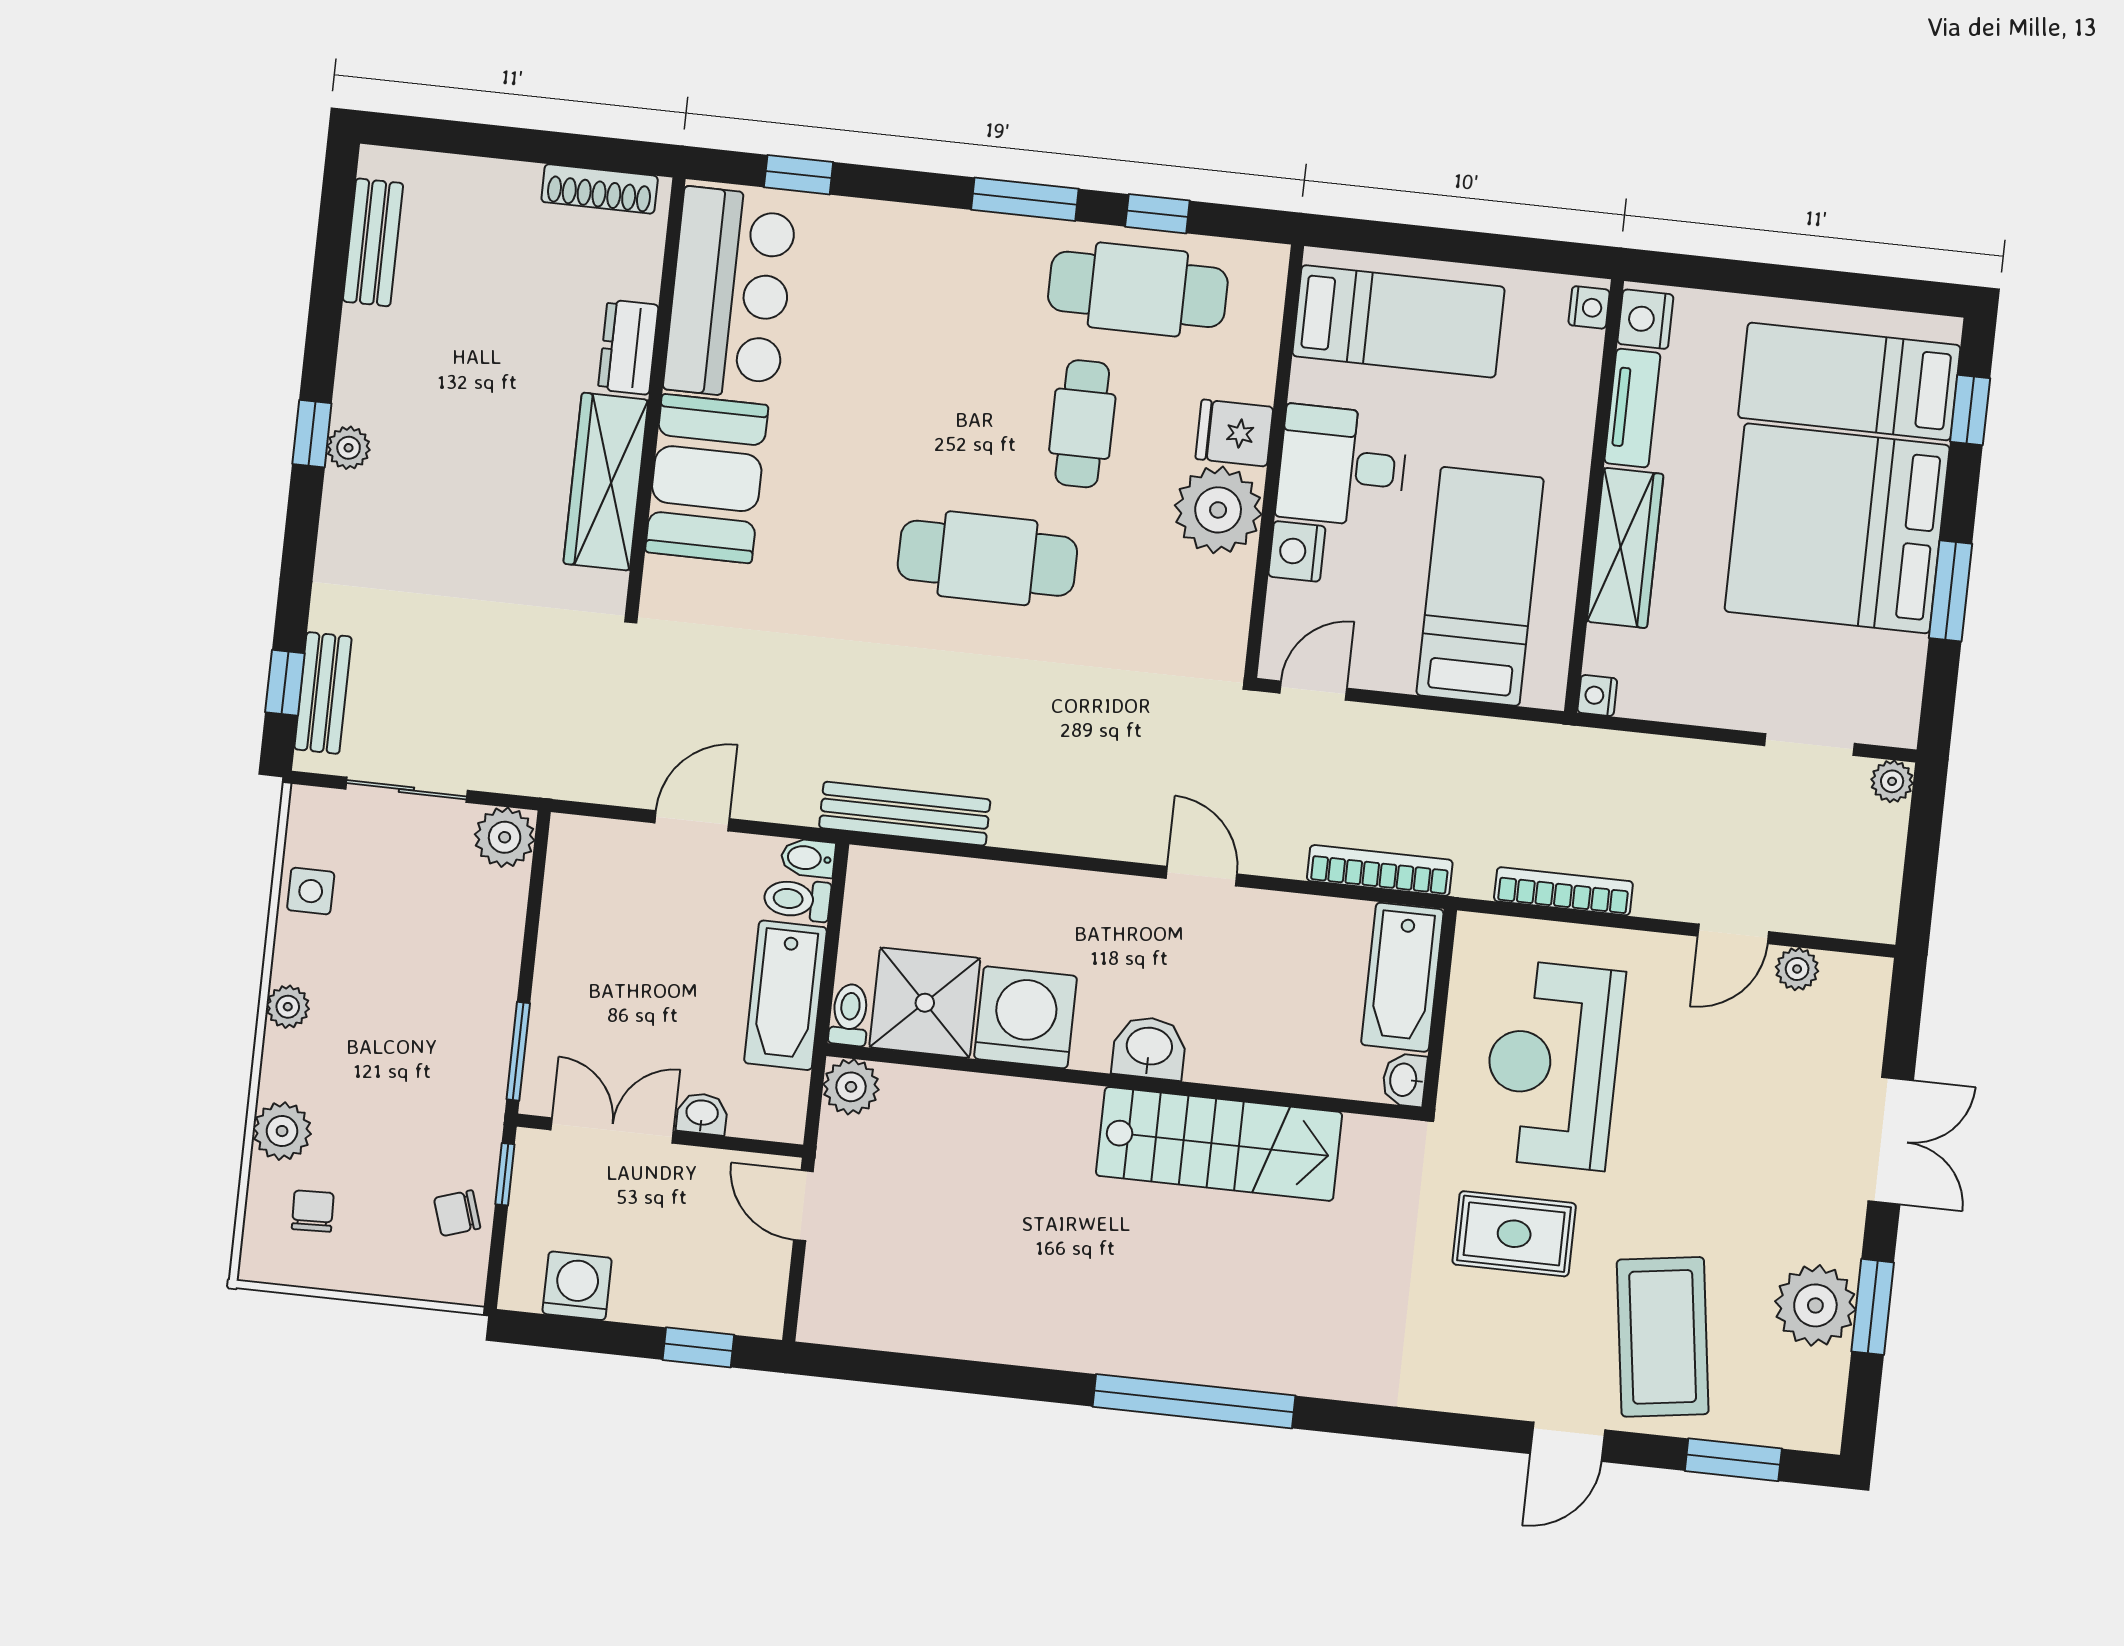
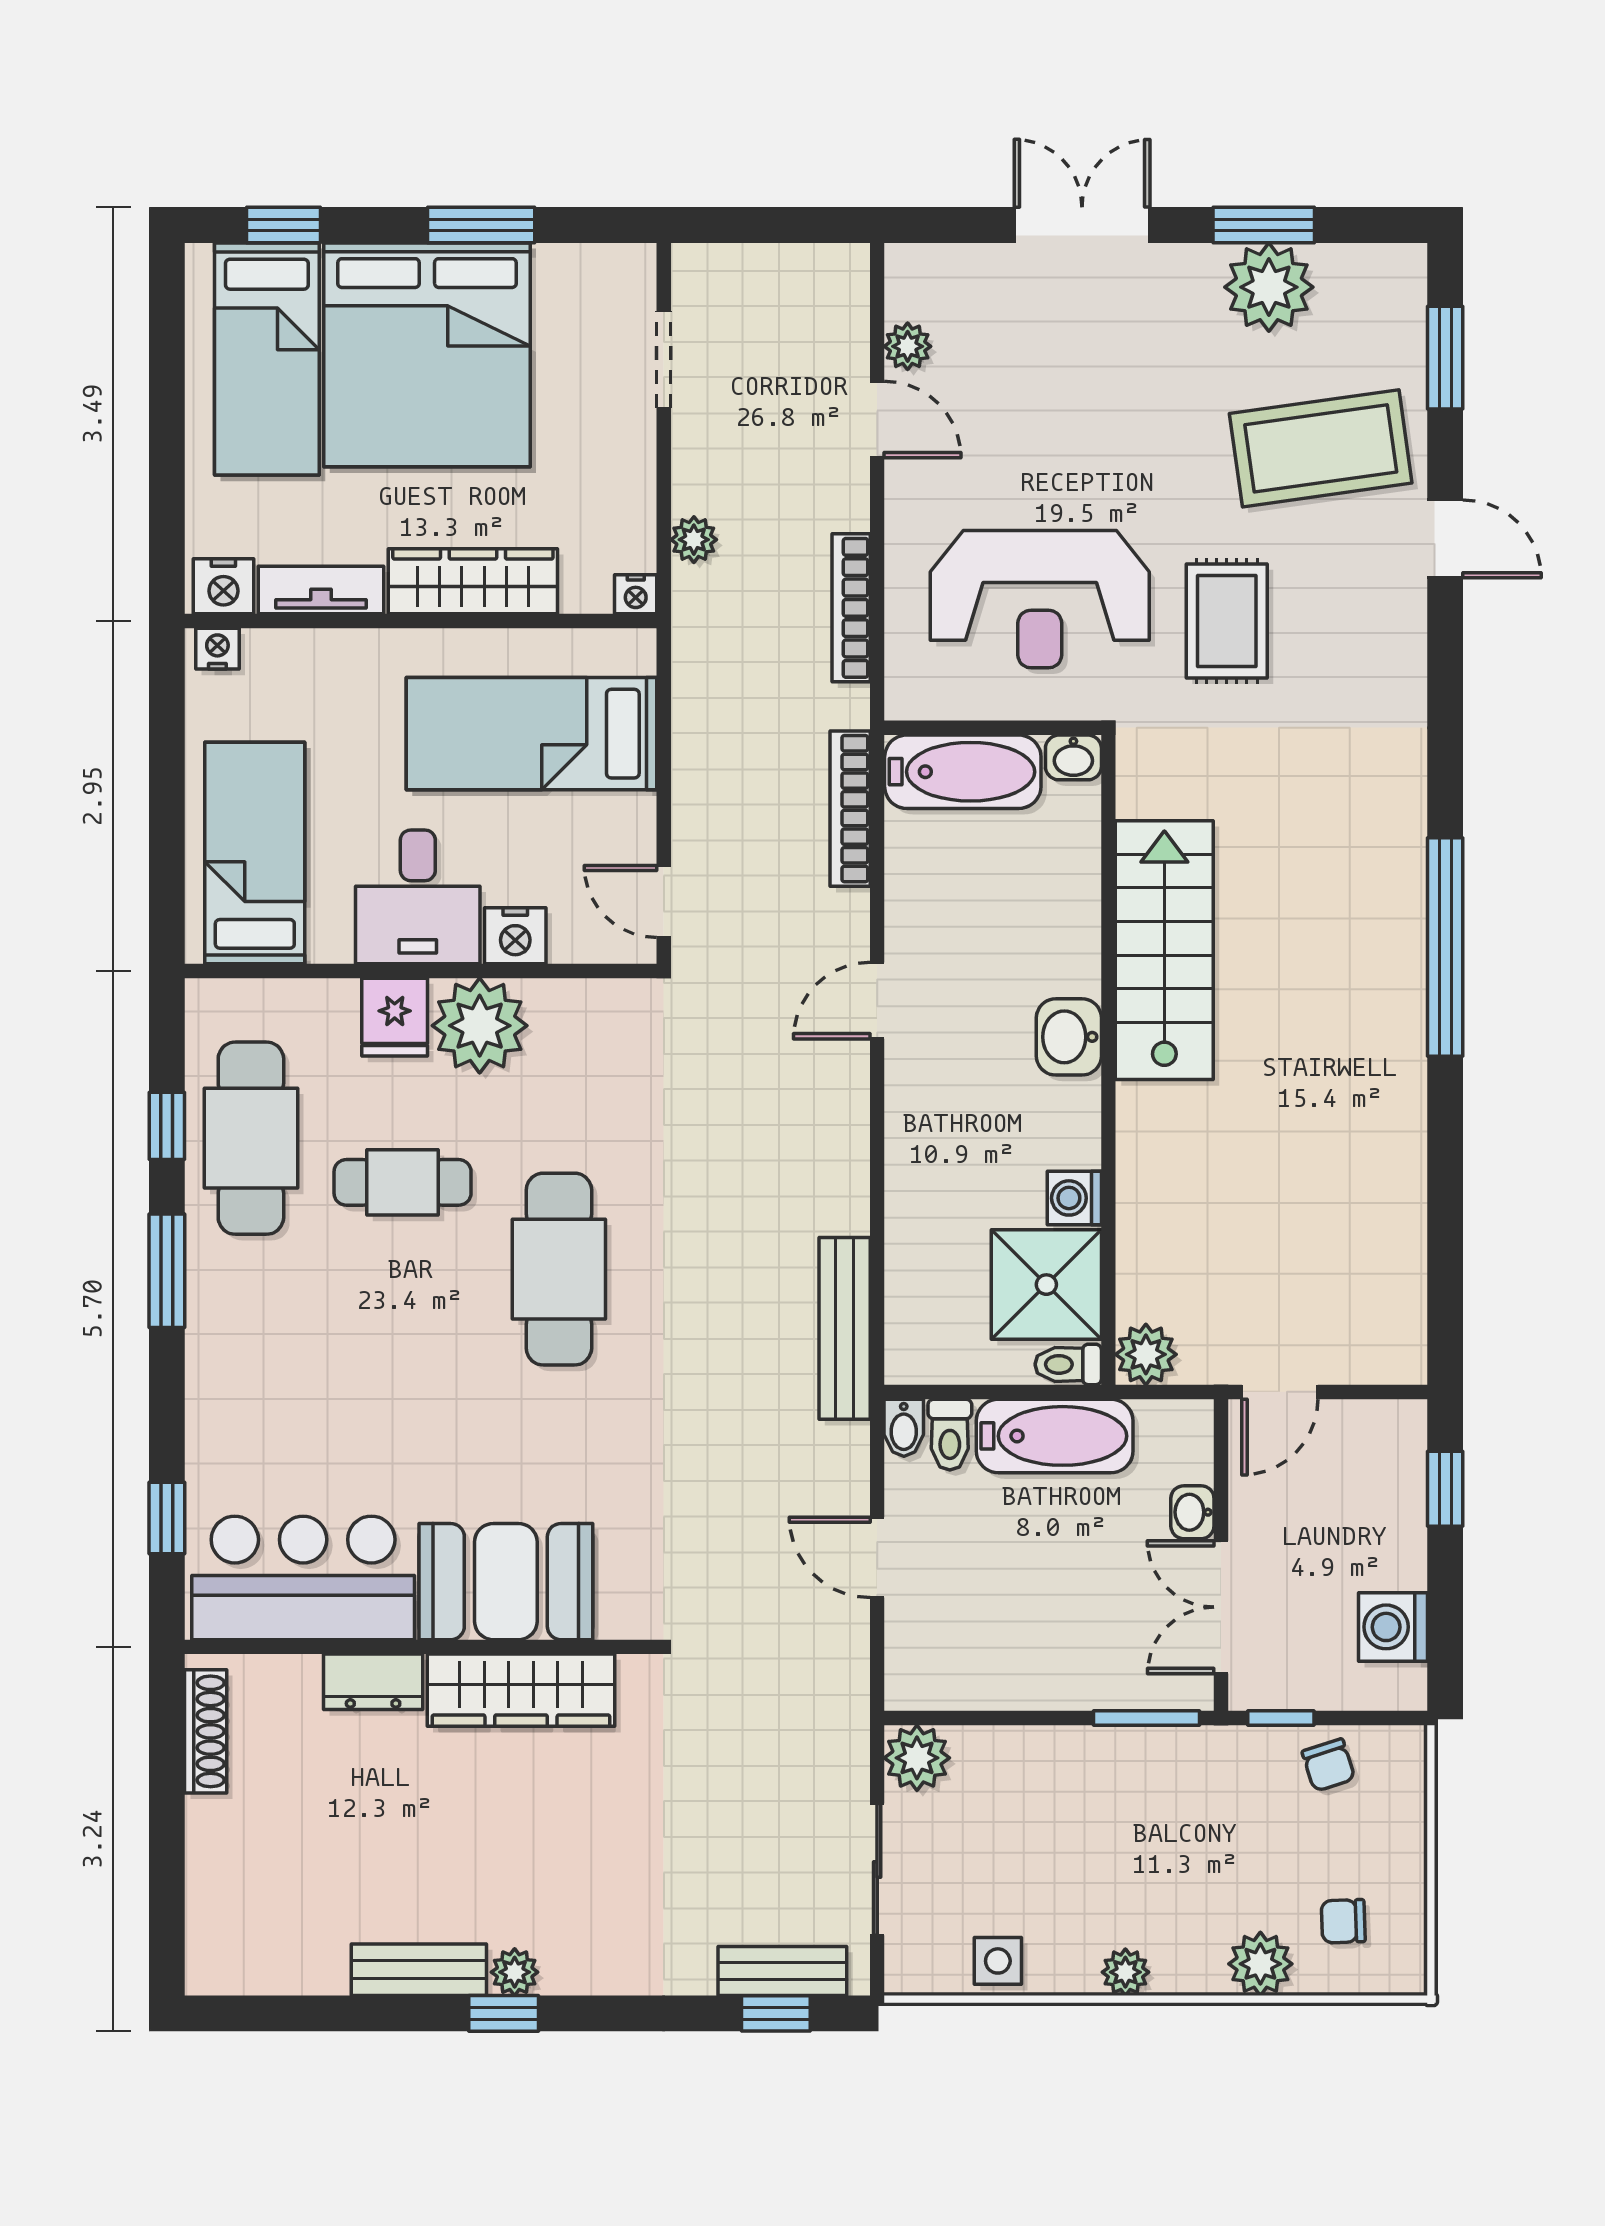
bench: (373, 242) -> (419, 1970), moved
plant: (1892, 781) -> (694, 540), moved
washing machine: (1026, 1017) -> (1074, 1198), width x0.53, depth x0.53

